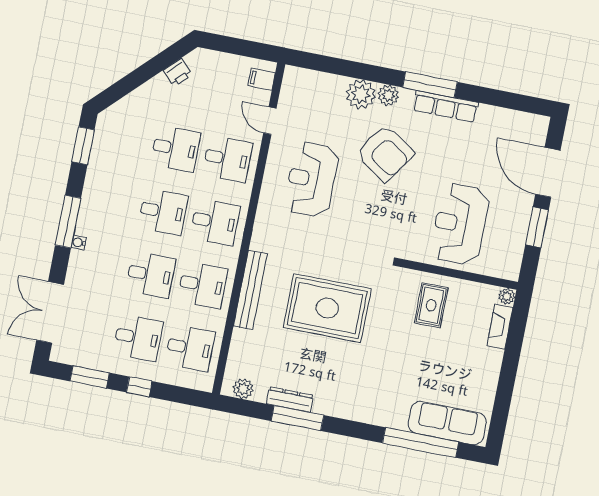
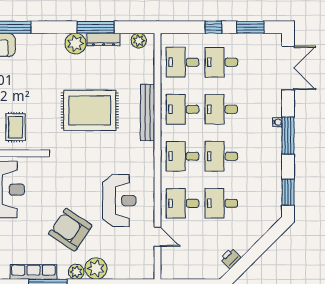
filing cabinet: (262, 79) -> (169, 265), removed
plant: (329, 401) -> (75, 44), added

